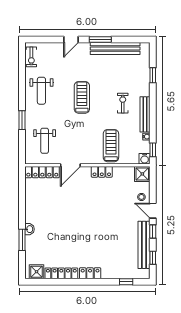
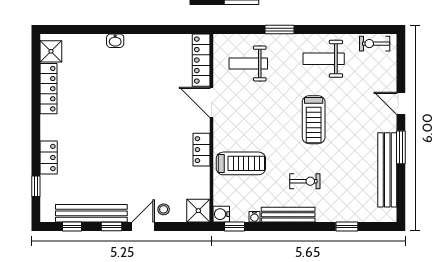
treadmill: (82, 97) -> (314, 120), turned 90
window: (22, 240) -> (99, 30), removed
locker: (90, 273) -> (49, 157), moved

